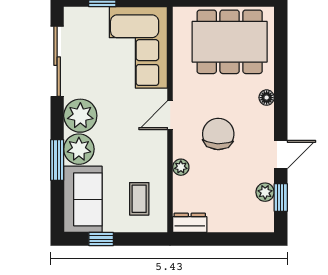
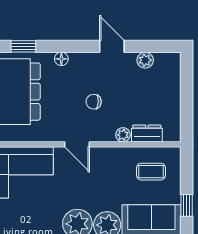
chair: (218, 134) -> (94, 102), width x0.54, depth x0.54
window: (281, 197) -> (23, 46), moved
dresser: (190, 223) -> (147, 134), moved, turned 90

